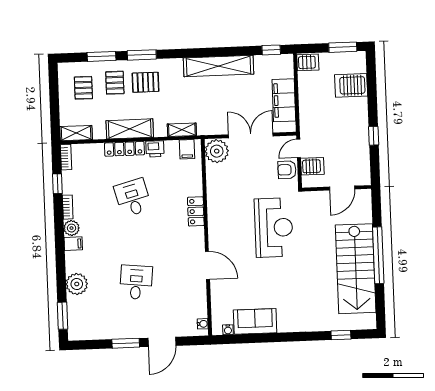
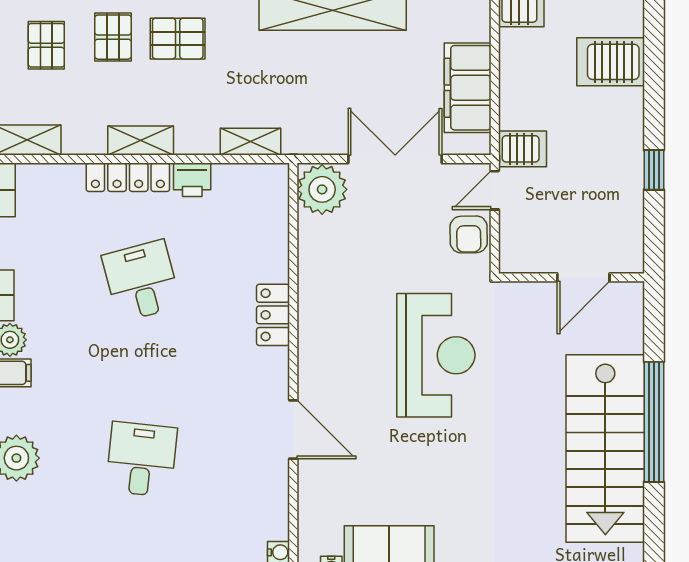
shelving: (130, 129) -> (141, 141), width x0.67, depth x0.75
filing cabinet: (187, 149) -> (260, 183), removed
server rack: (312, 166) -> (523, 149), moved
armchair: (287, 170) -> (469, 234), turned -91

